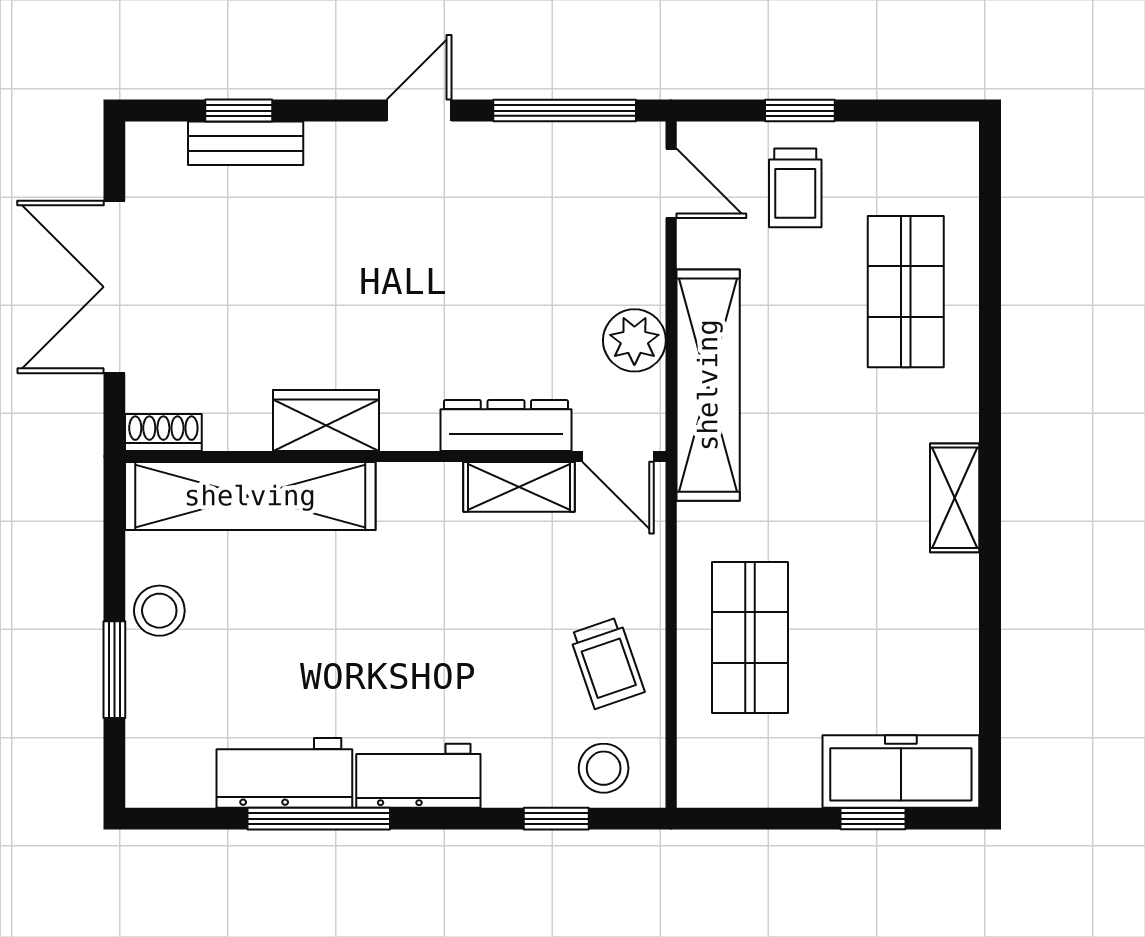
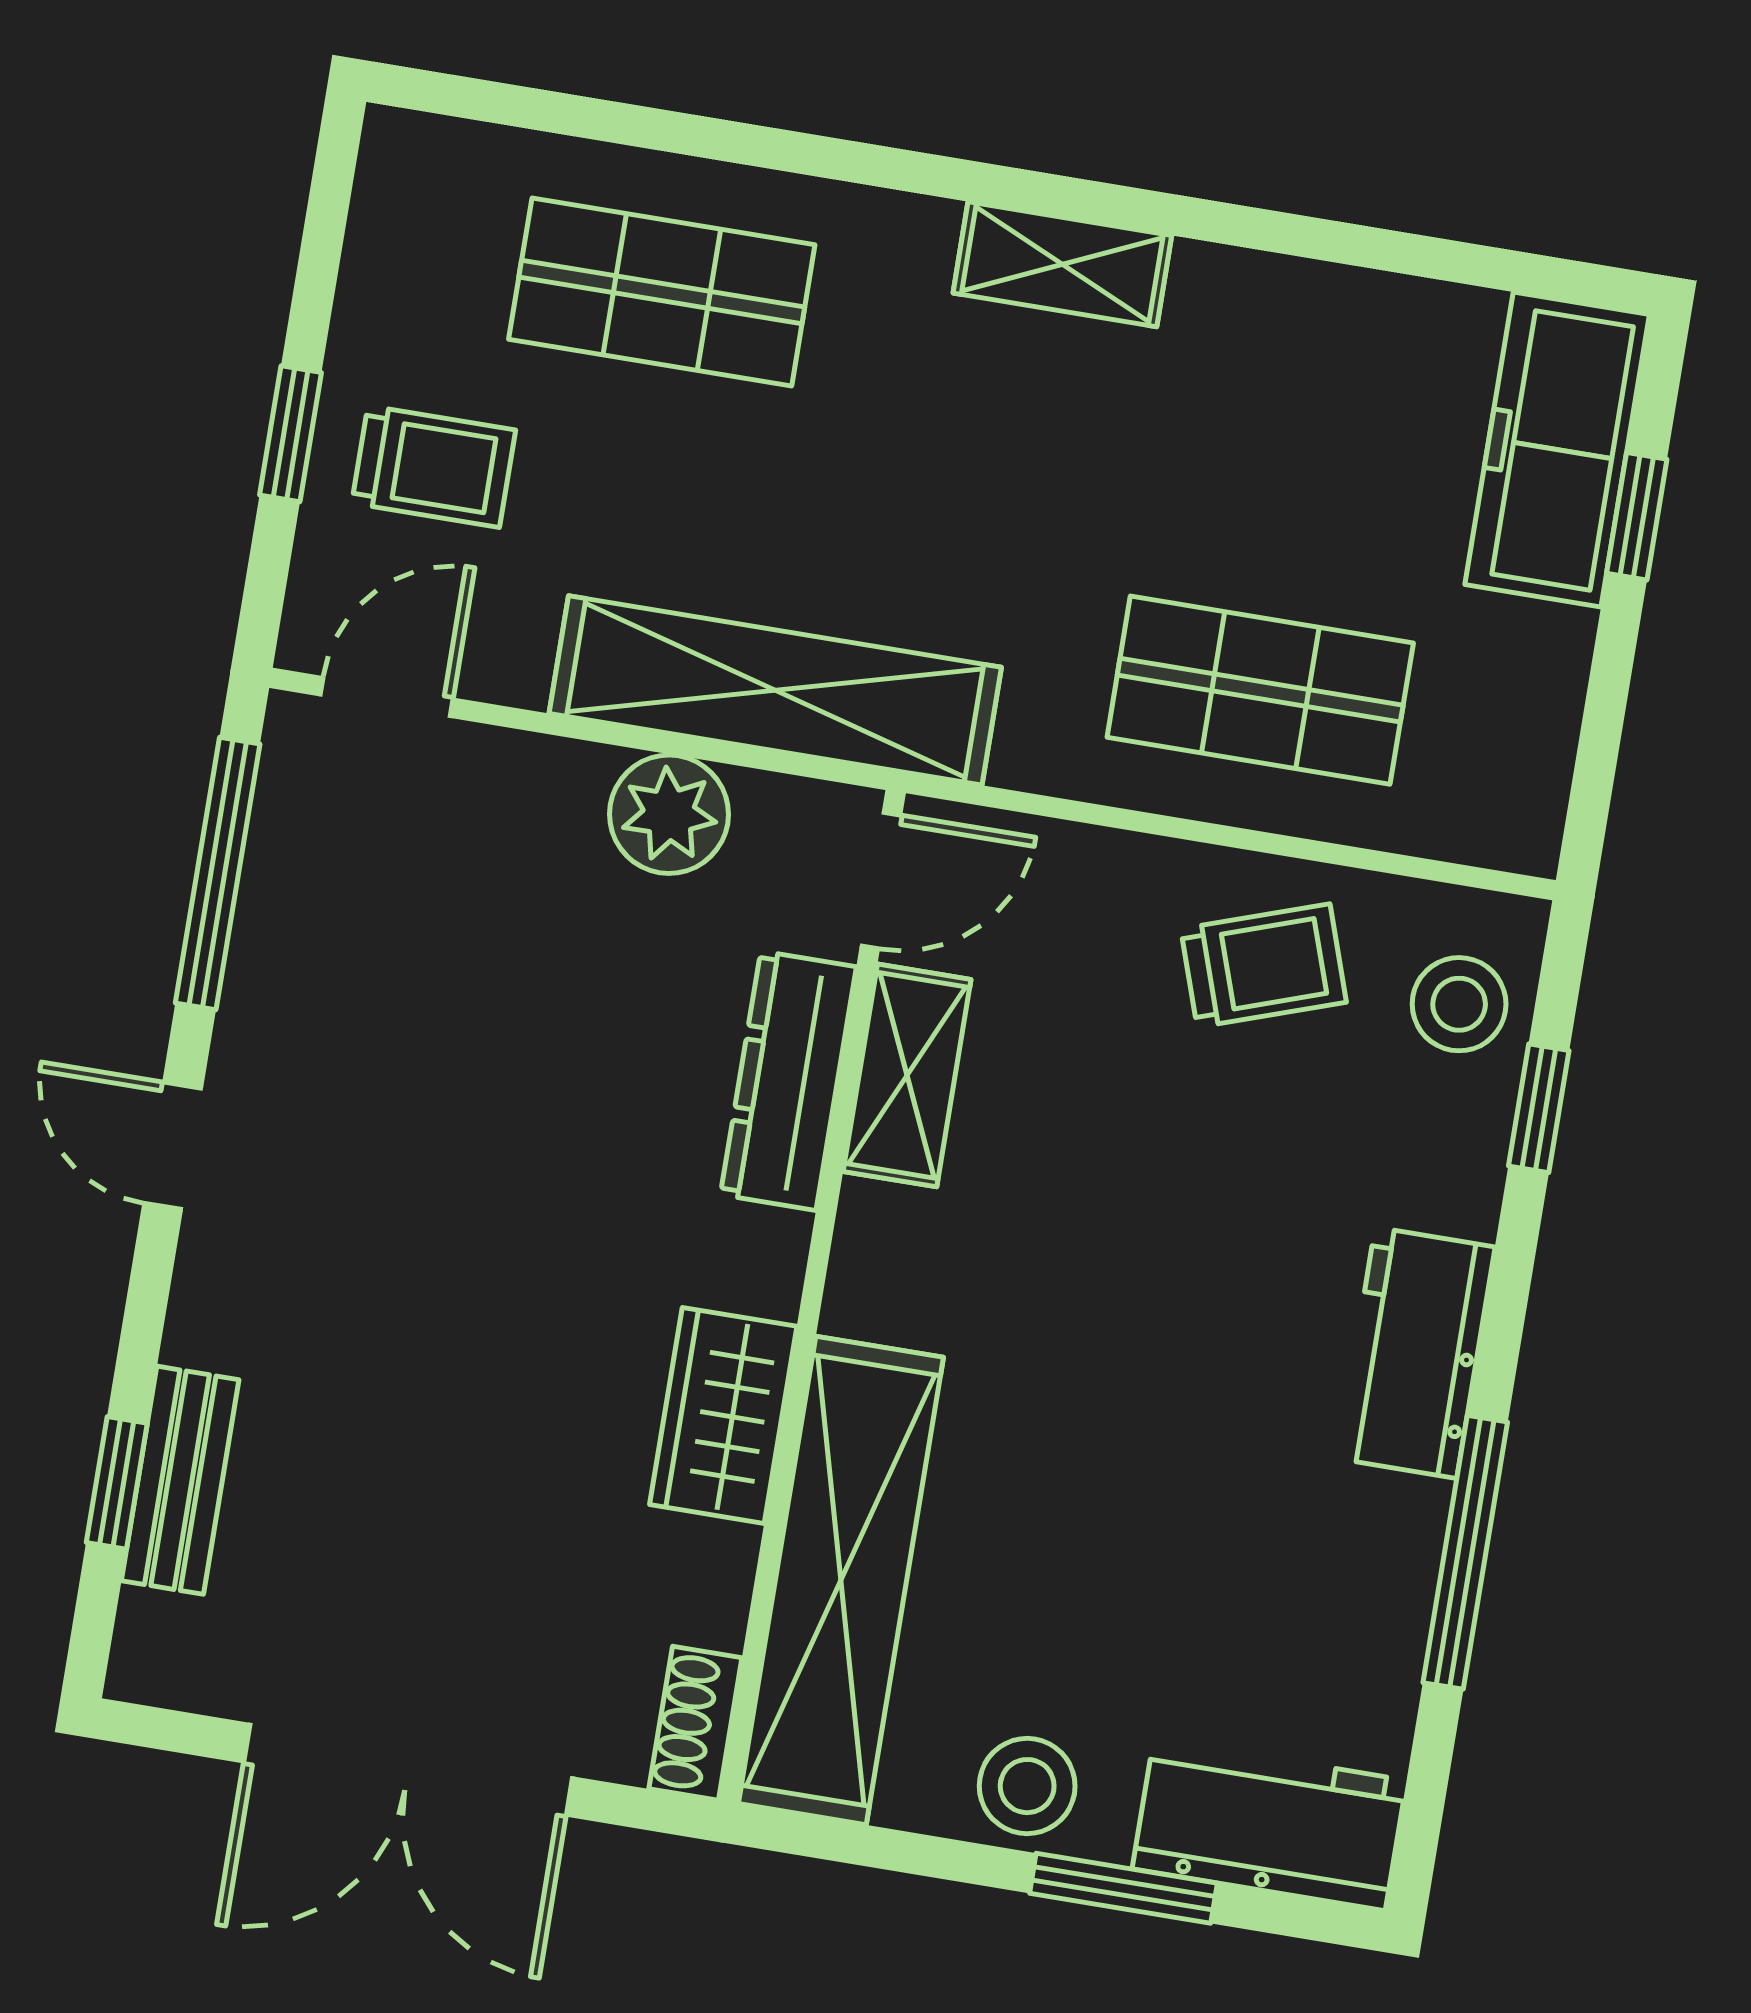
workbench: (284, 773) -> (1269, 1825), moved, turned 90

